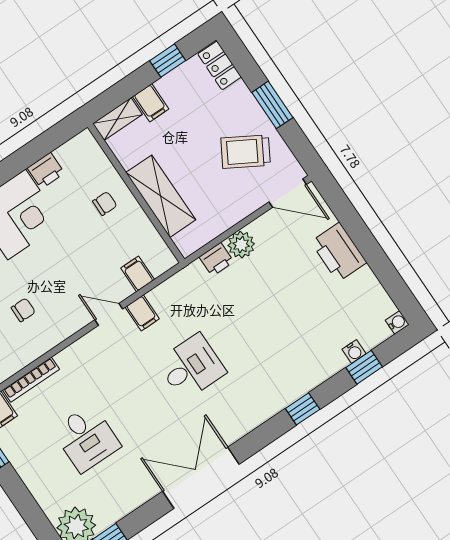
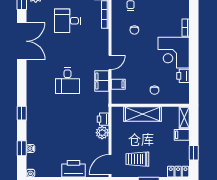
trolley: (246, 152) -> (137, 159), turned -120
filing cabinet: (142, 313) -> (102, 81), width x2.00
double door: (201, 478) -> (22, 41), moved

